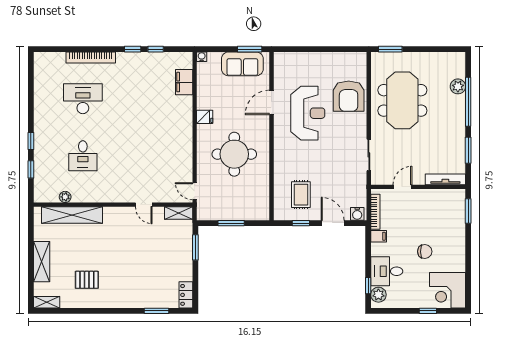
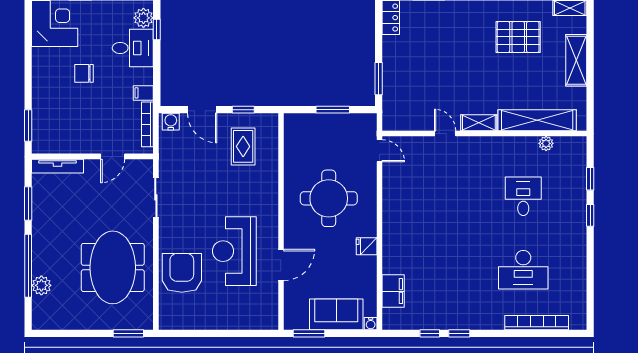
bookcase: (91, 57) -> (537, 323), moved
sofa: (242, 64) -> (336, 314), moved
shelving: (179, 213) -> (479, 123), moved
pallet: (87, 280) -> (518, 37), width x1.50, depth x1.42

